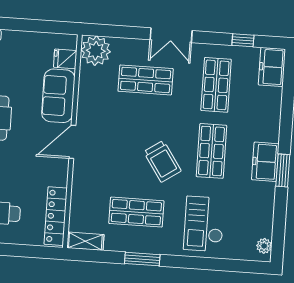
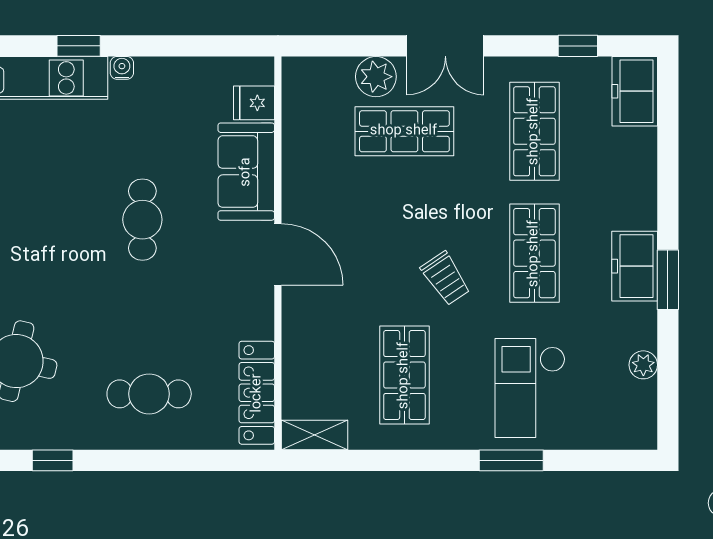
plant: (96, 51) -> (376, 77), moved, width x0.73, depth x0.73
door: (72, 142) -> (278, 254), swing flipped
trolley: (162, 161) -> (446, 278), width x0.73, depth x0.72
shop shelf: (136, 212) -> (404, 375), turned 90
plant: (264, 246) -> (643, 365), moved
window: (142, 259) -> (511, 460), moved

